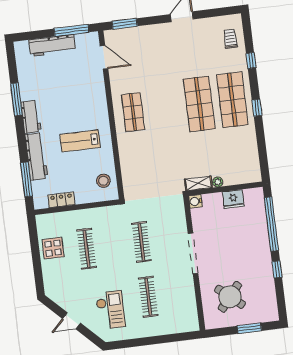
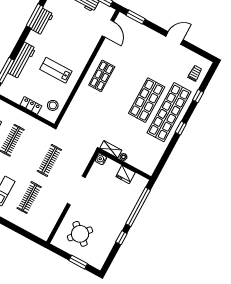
shop shelf: (232, 100) -> (169, 112), width x1.40
workbench: (31, 117) -> (42, 22), moved
locker: (61, 200) -> (31, 106), moved

